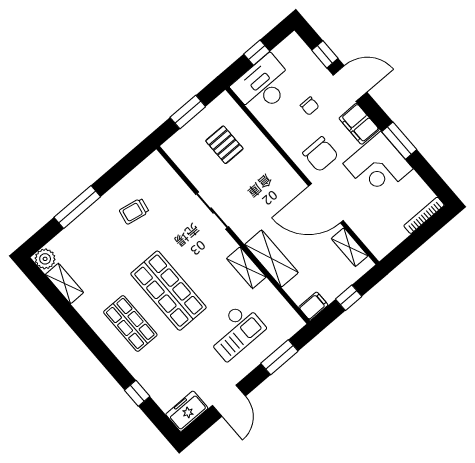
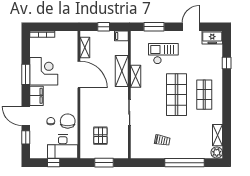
chair: (320, 154) -> (68, 121), moved
window: (77, 207) -> (185, 163), width x1.46

